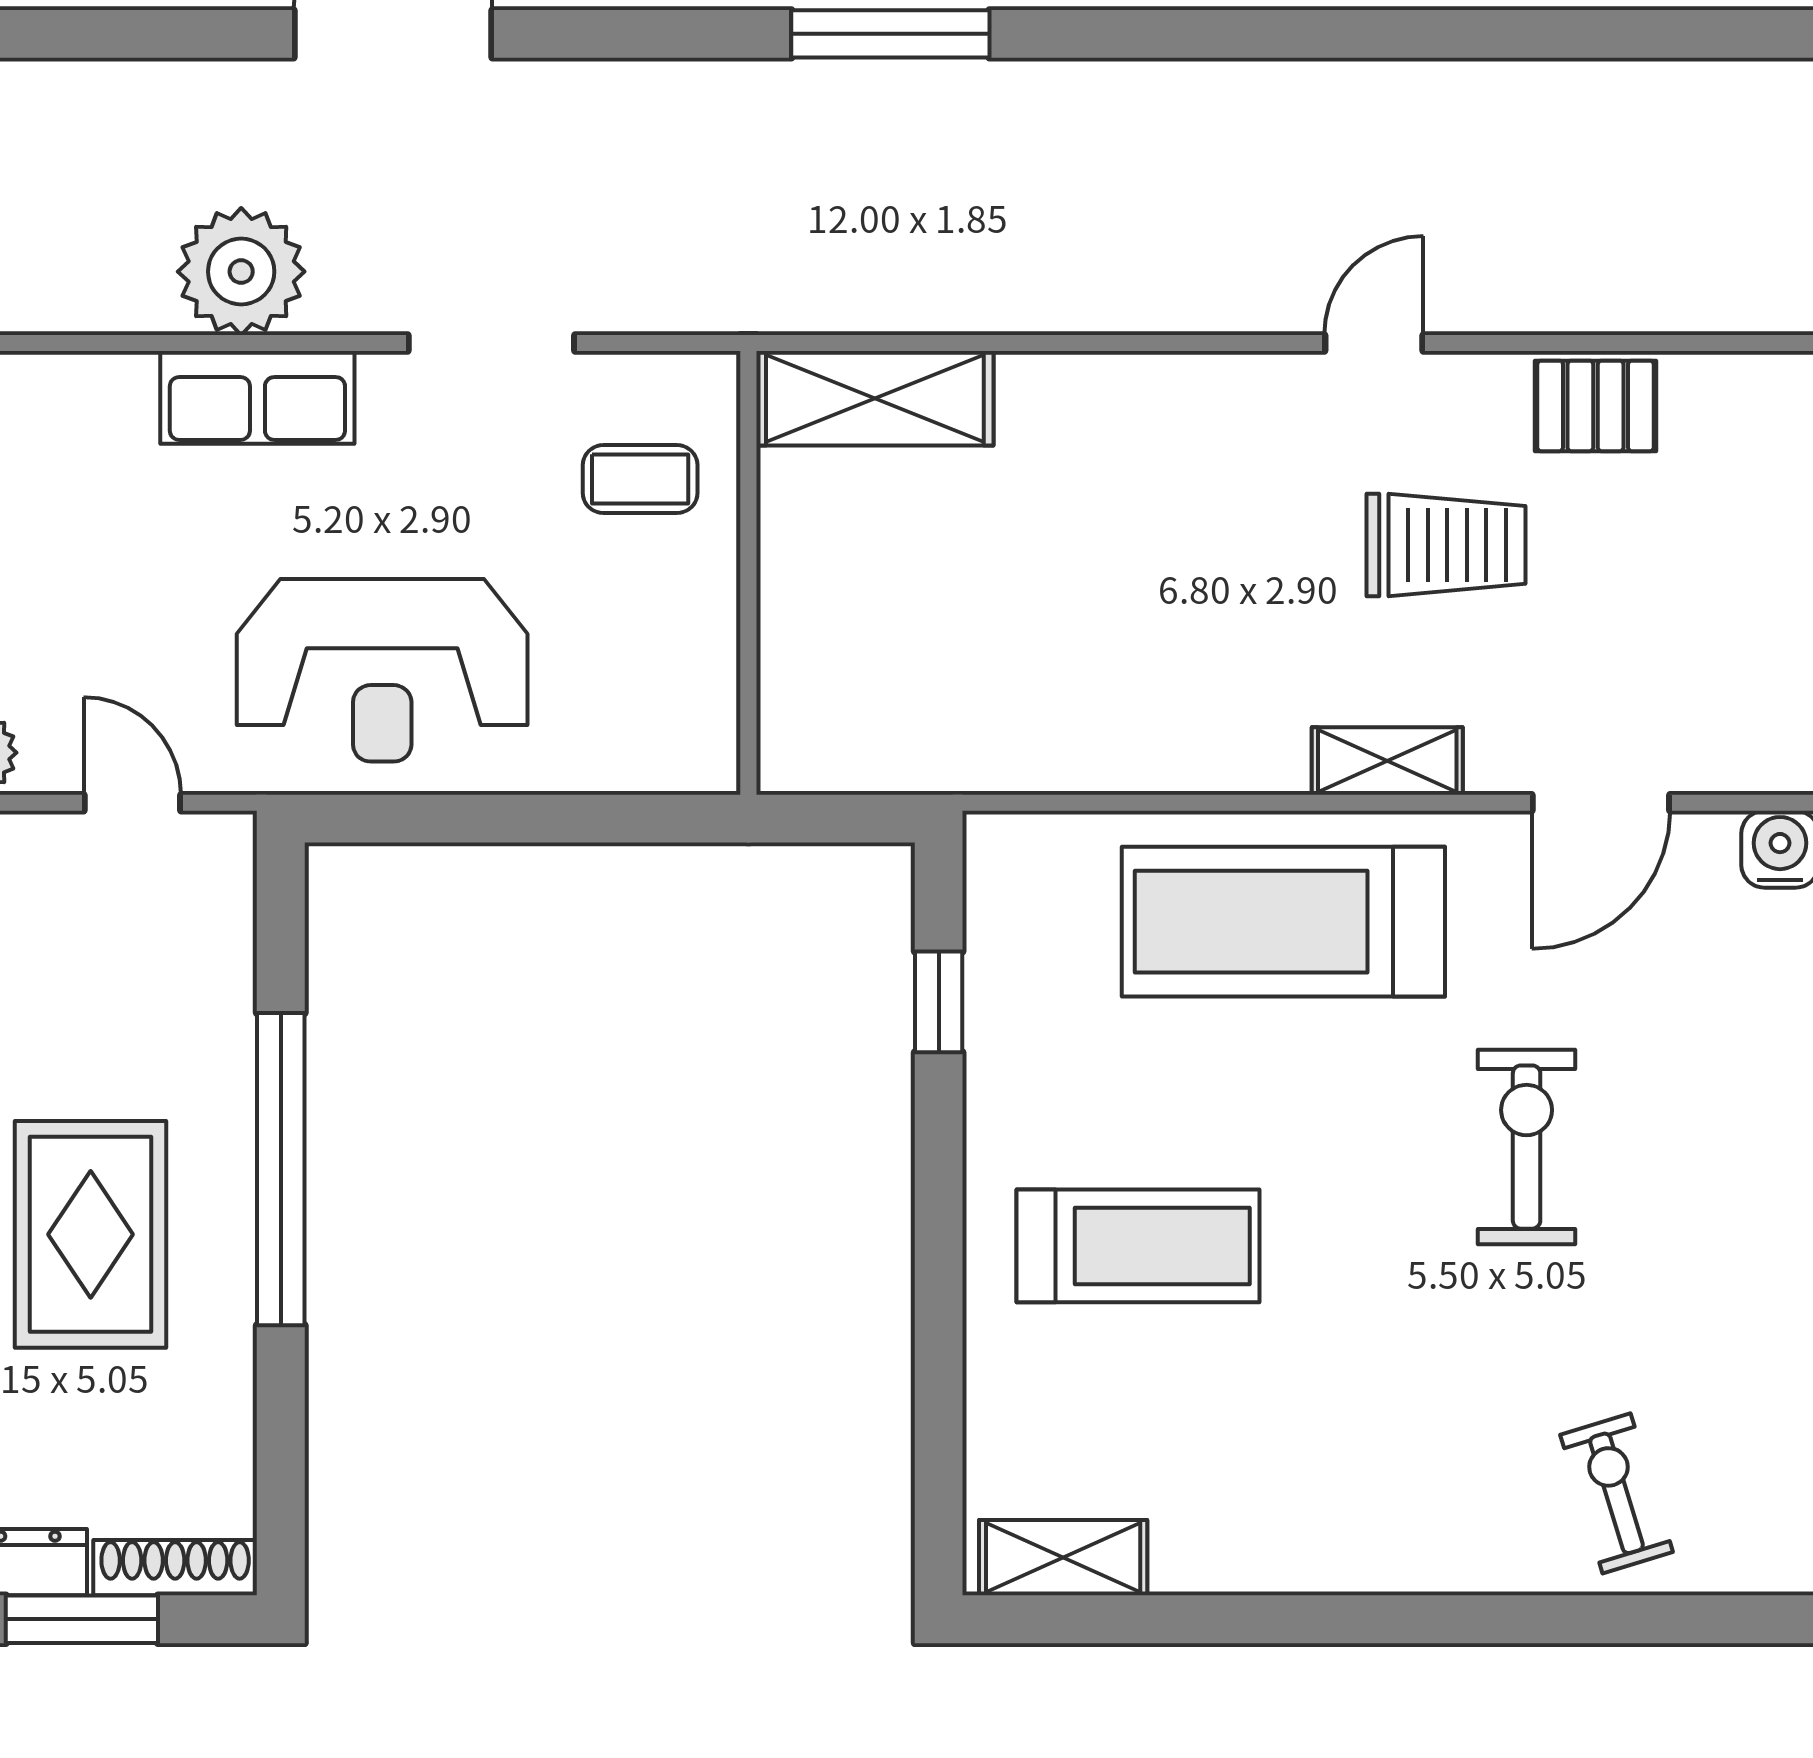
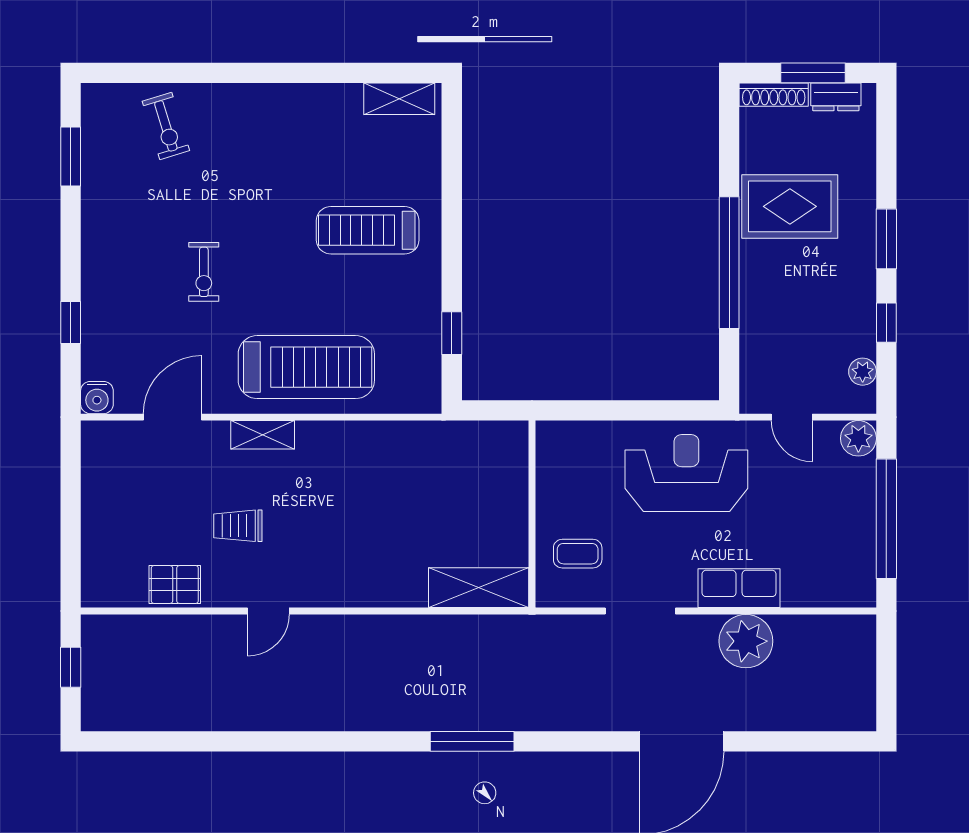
trolley: (1446, 545) -> (238, 526), width x0.73, depth x0.72
exercise bike: (1527, 1147) -> (204, 272), width x0.73, depth x0.72
rug: (91, 1234) -> (790, 206), moved, turned 90

